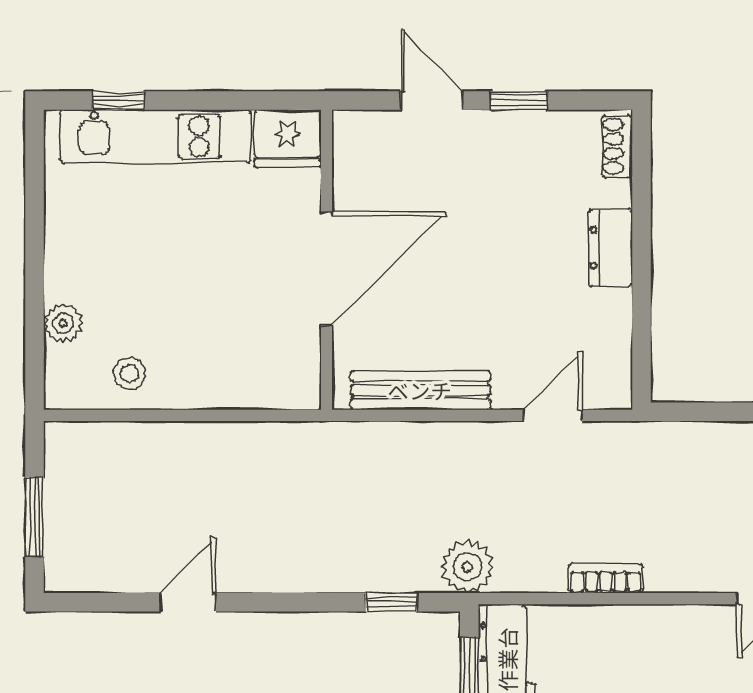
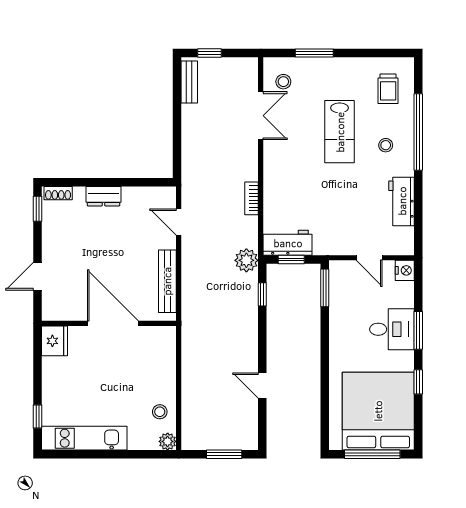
window: (519, 101) -> (38, 209), moved
kitchen unit: (155, 137) -> (84, 438), moved, turned -90
plant: (63, 323) -> (168, 441), moved

